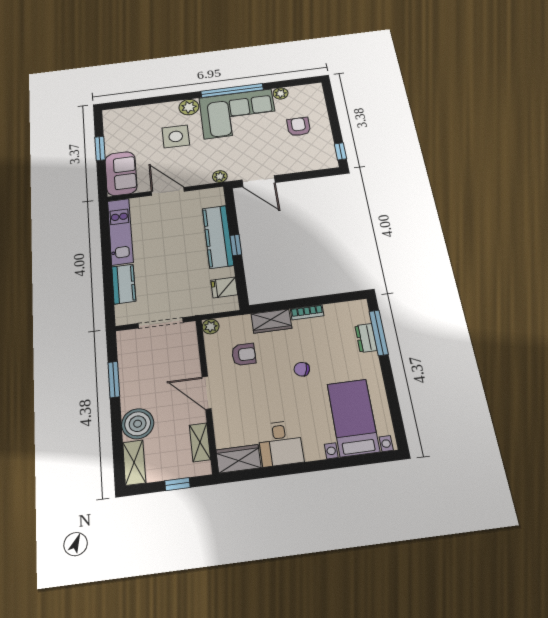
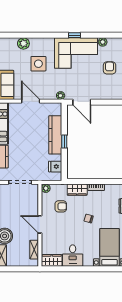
window: (232, 90) -> (75, 35), width x0.32
plant: (189, 107) -> (23, 43), moved
window: (177, 484) -> (21, 269), removed

